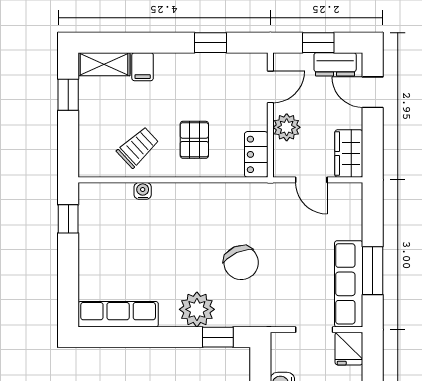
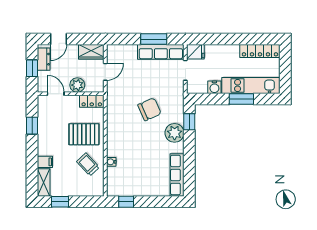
pallet: (194, 140) -> (84, 134), width x1.50, depth x1.42

